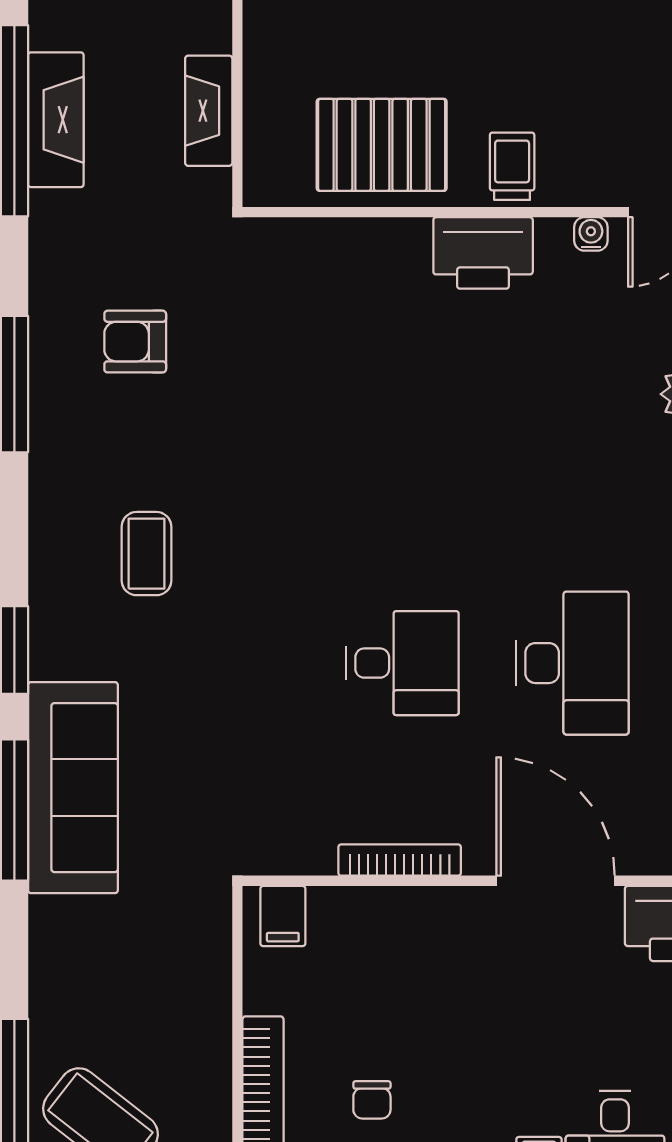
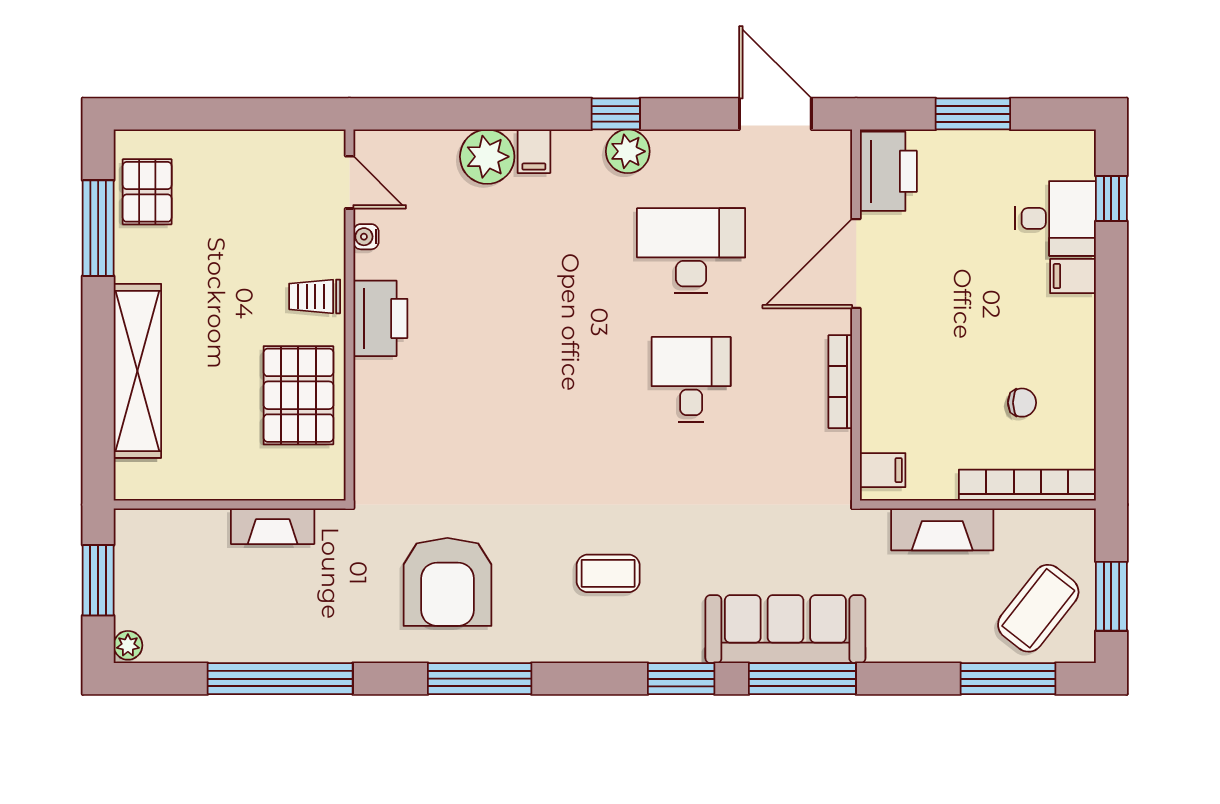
fireplace: (56, 120) -> (942, 529), moved, turned 180
armchair: (135, 342) -> (447, 582), width x1.88, depth x1.88

